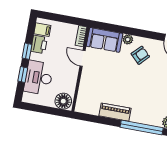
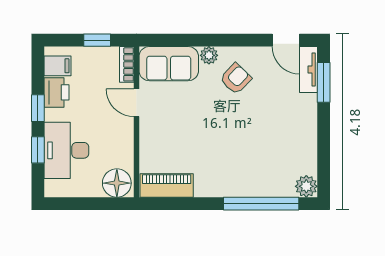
window: (67, 19) -> (97, 40), added
piano: (115, 112) -> (167, 185), moved

